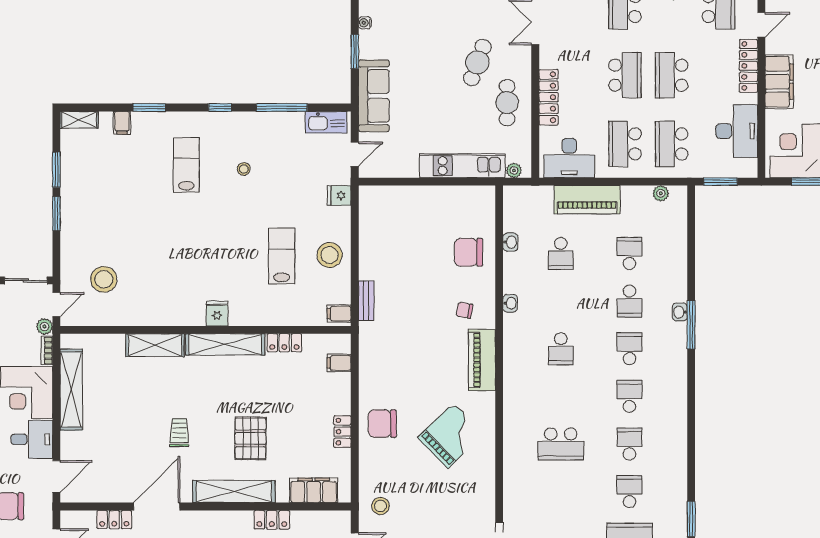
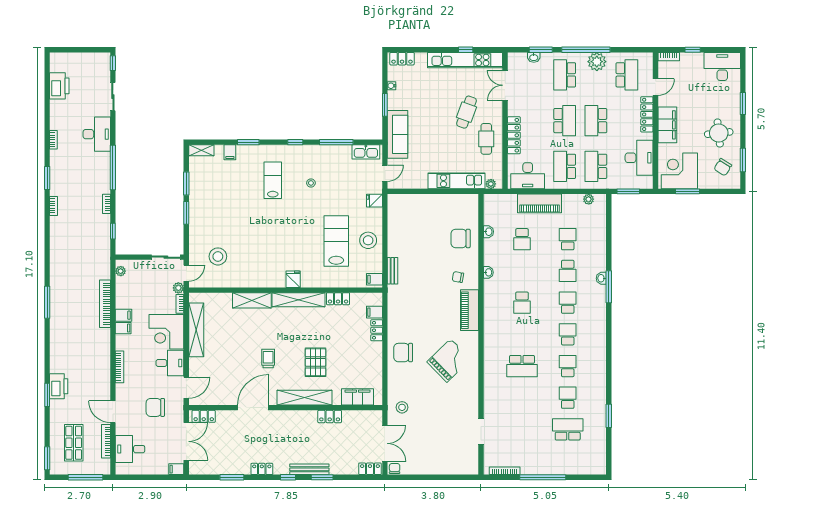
lab bench: (282, 256) -> (336, 241), width x1.36, depth x1.39
locker: (342, 432) -> (377, 330), moved
locker: (114, 520) -> (204, 416), moved

